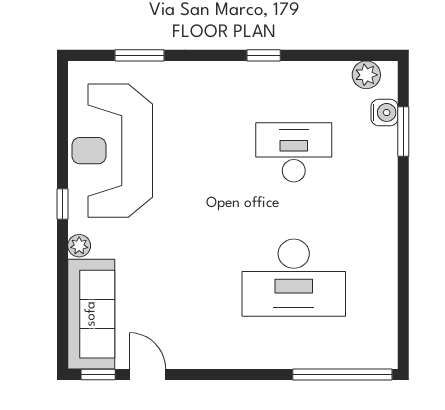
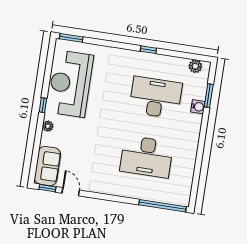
window: (139, 55) -> (71, 38), moved
water cooler: (384, 112) -> (198, 107), moved
desk: (294, 152) -> (156, 98), width x1.36, depth x1.30
sofa: (91, 314) -> (47, 166), width x0.73

